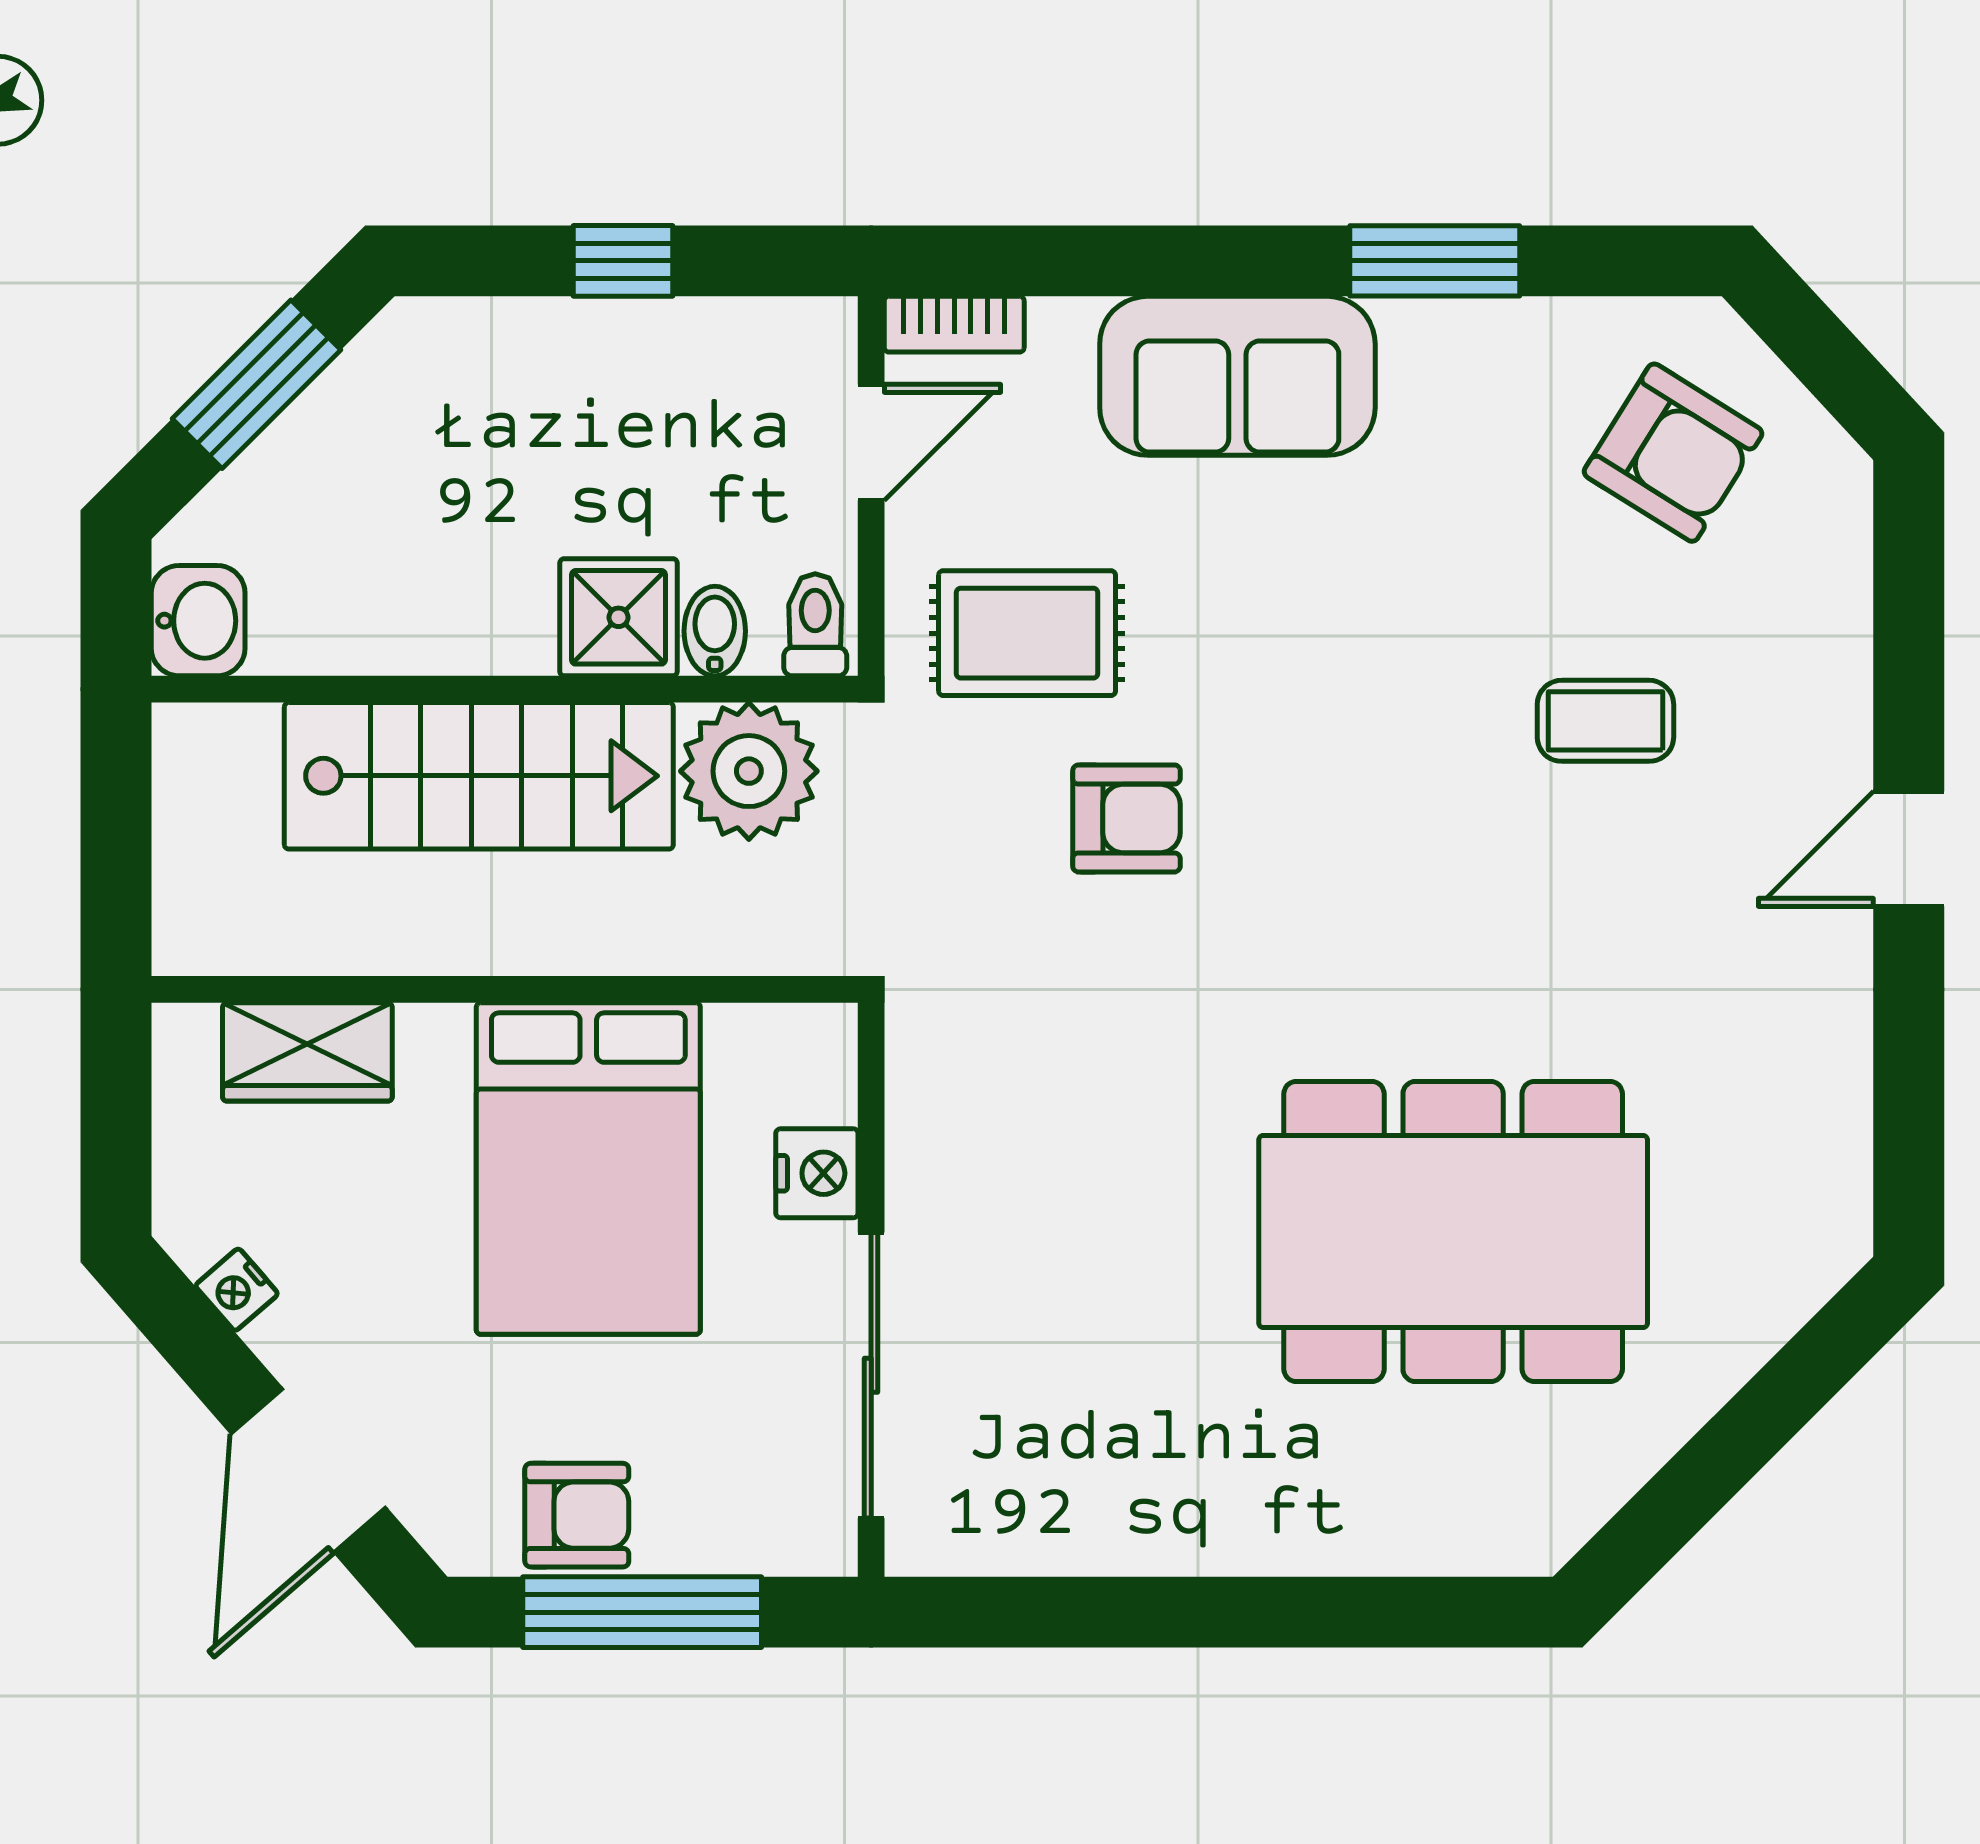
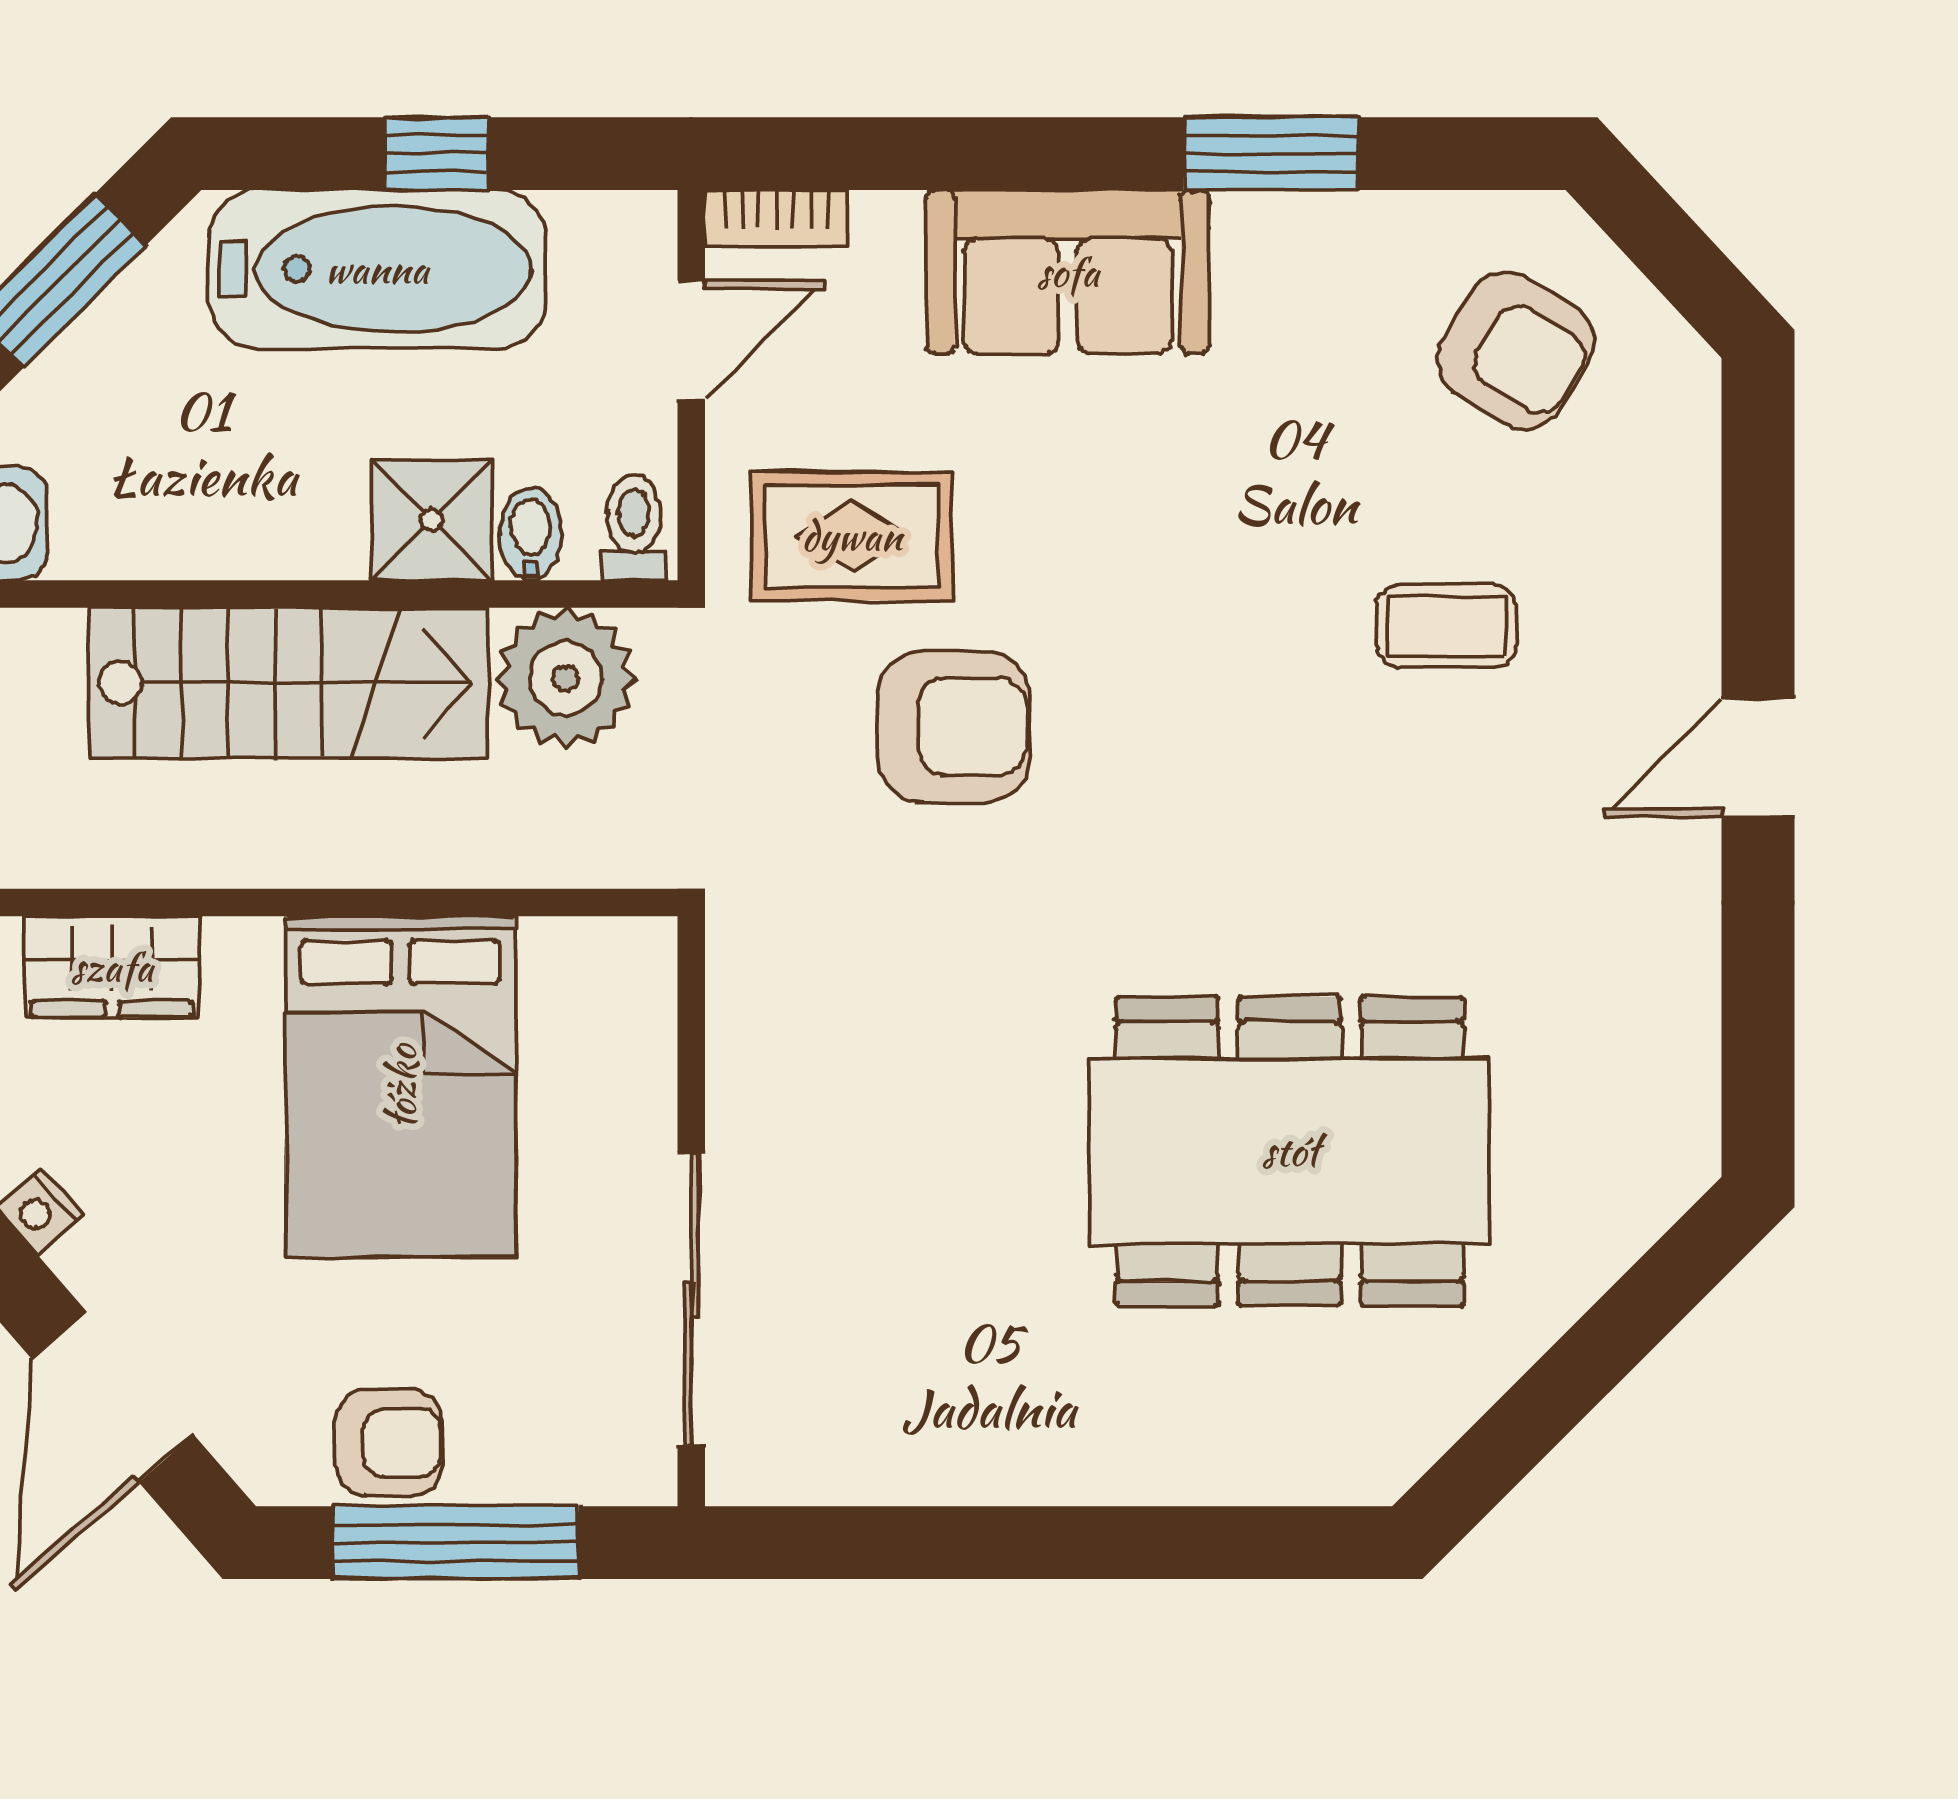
bathtub: (566, 373) -> (377, 269), added
armchair: (1126, 818) -> (954, 727), width x1.38, depth x1.38
nightstand: (817, 1173) -> (636, 1091), removed

